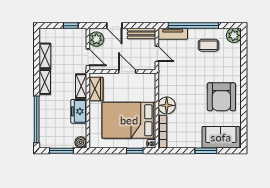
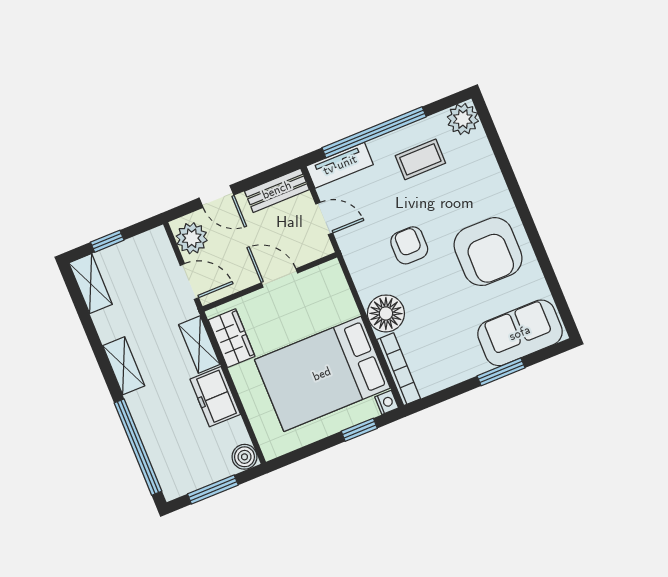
window: (71, 26) -> (107, 241), moved
shelving: (45, 56) -> (91, 284), moved
armchair: (189, 80) -> (409, 245), added

